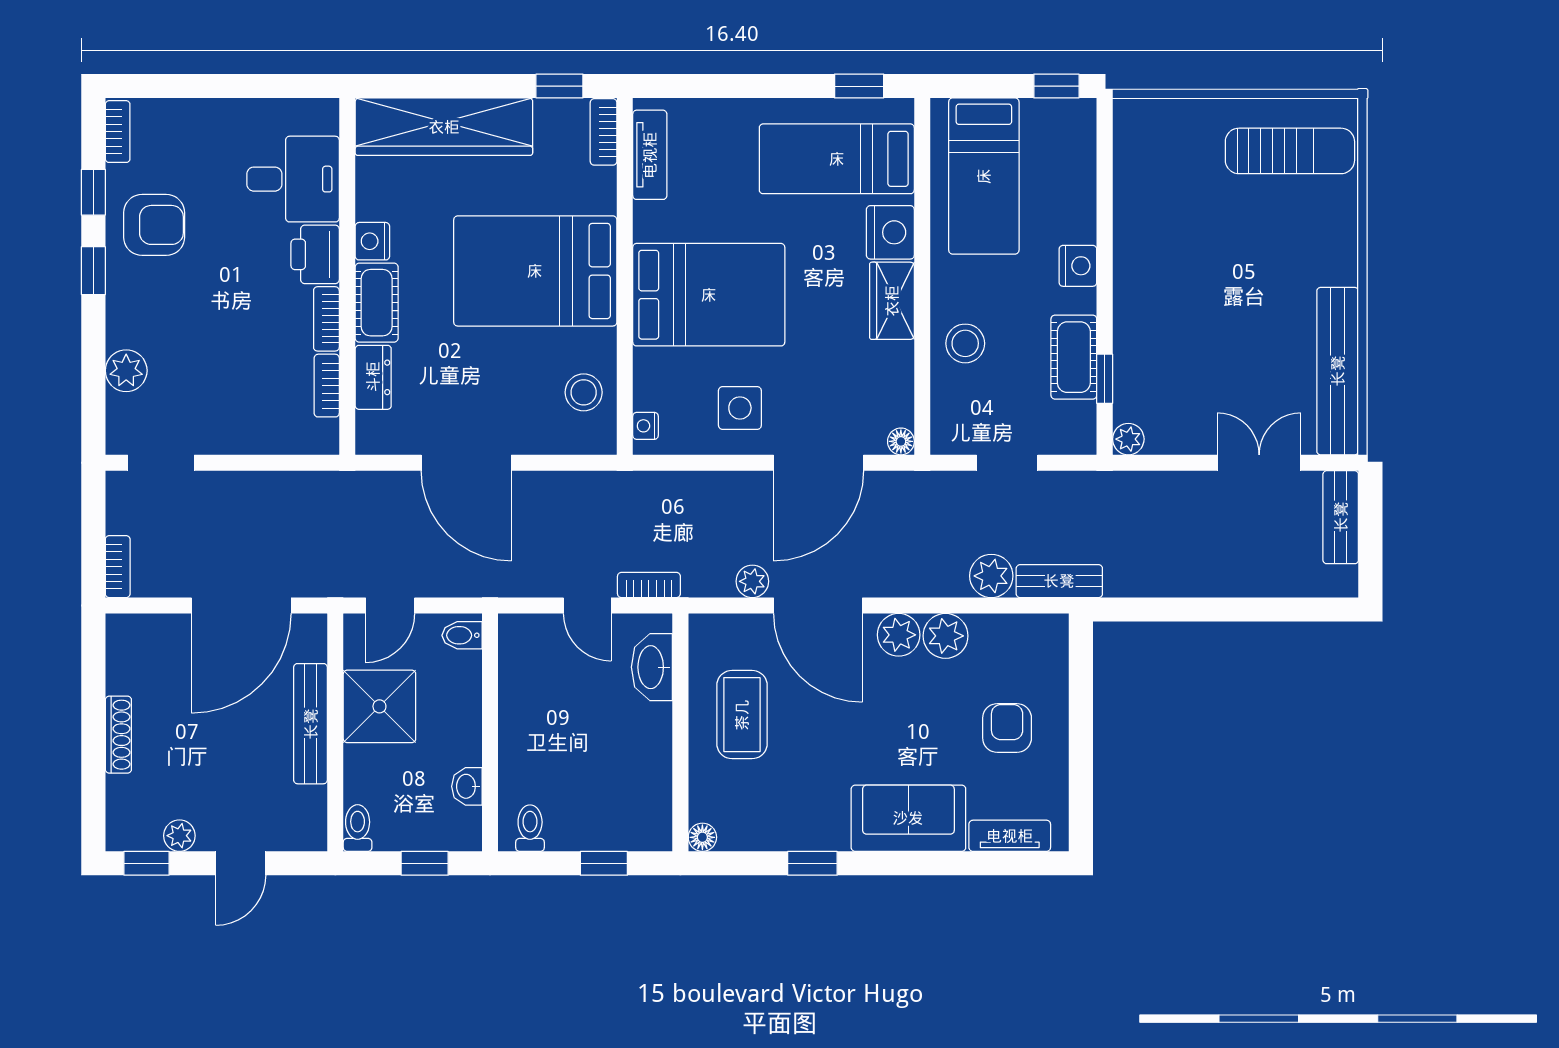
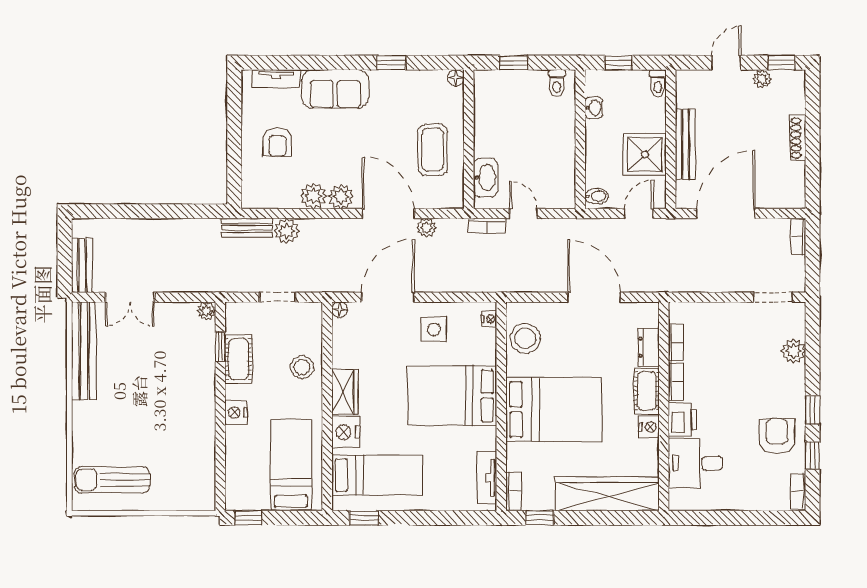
armchair: (154, 225) -> (777, 436), turned 90
stool: (584, 392) -> (525, 338), width x1.38, depth x1.38

